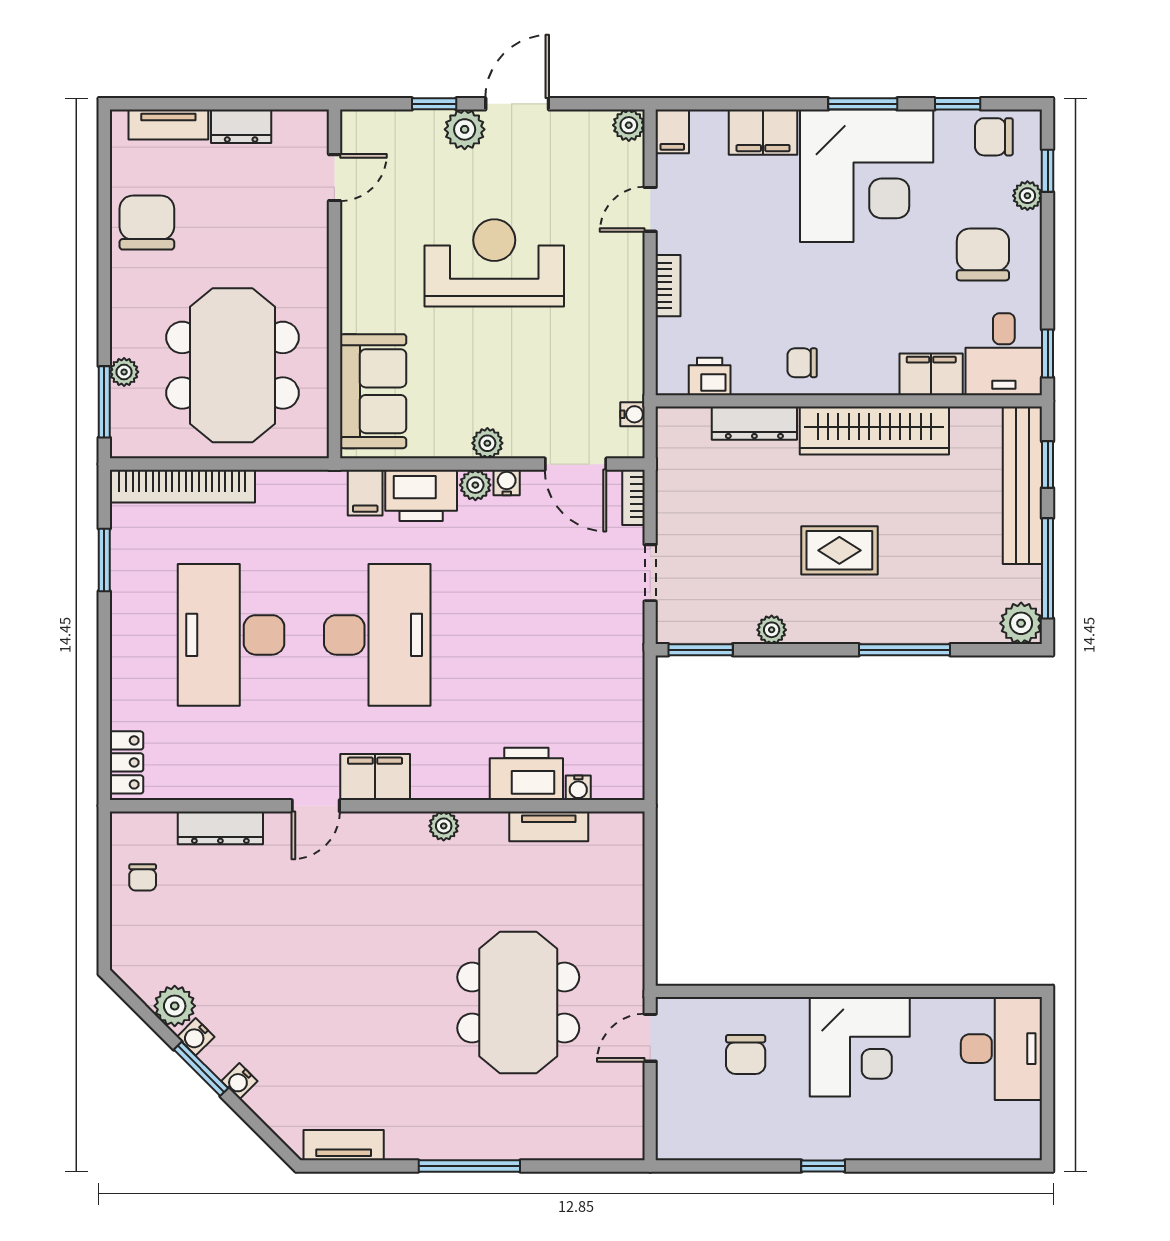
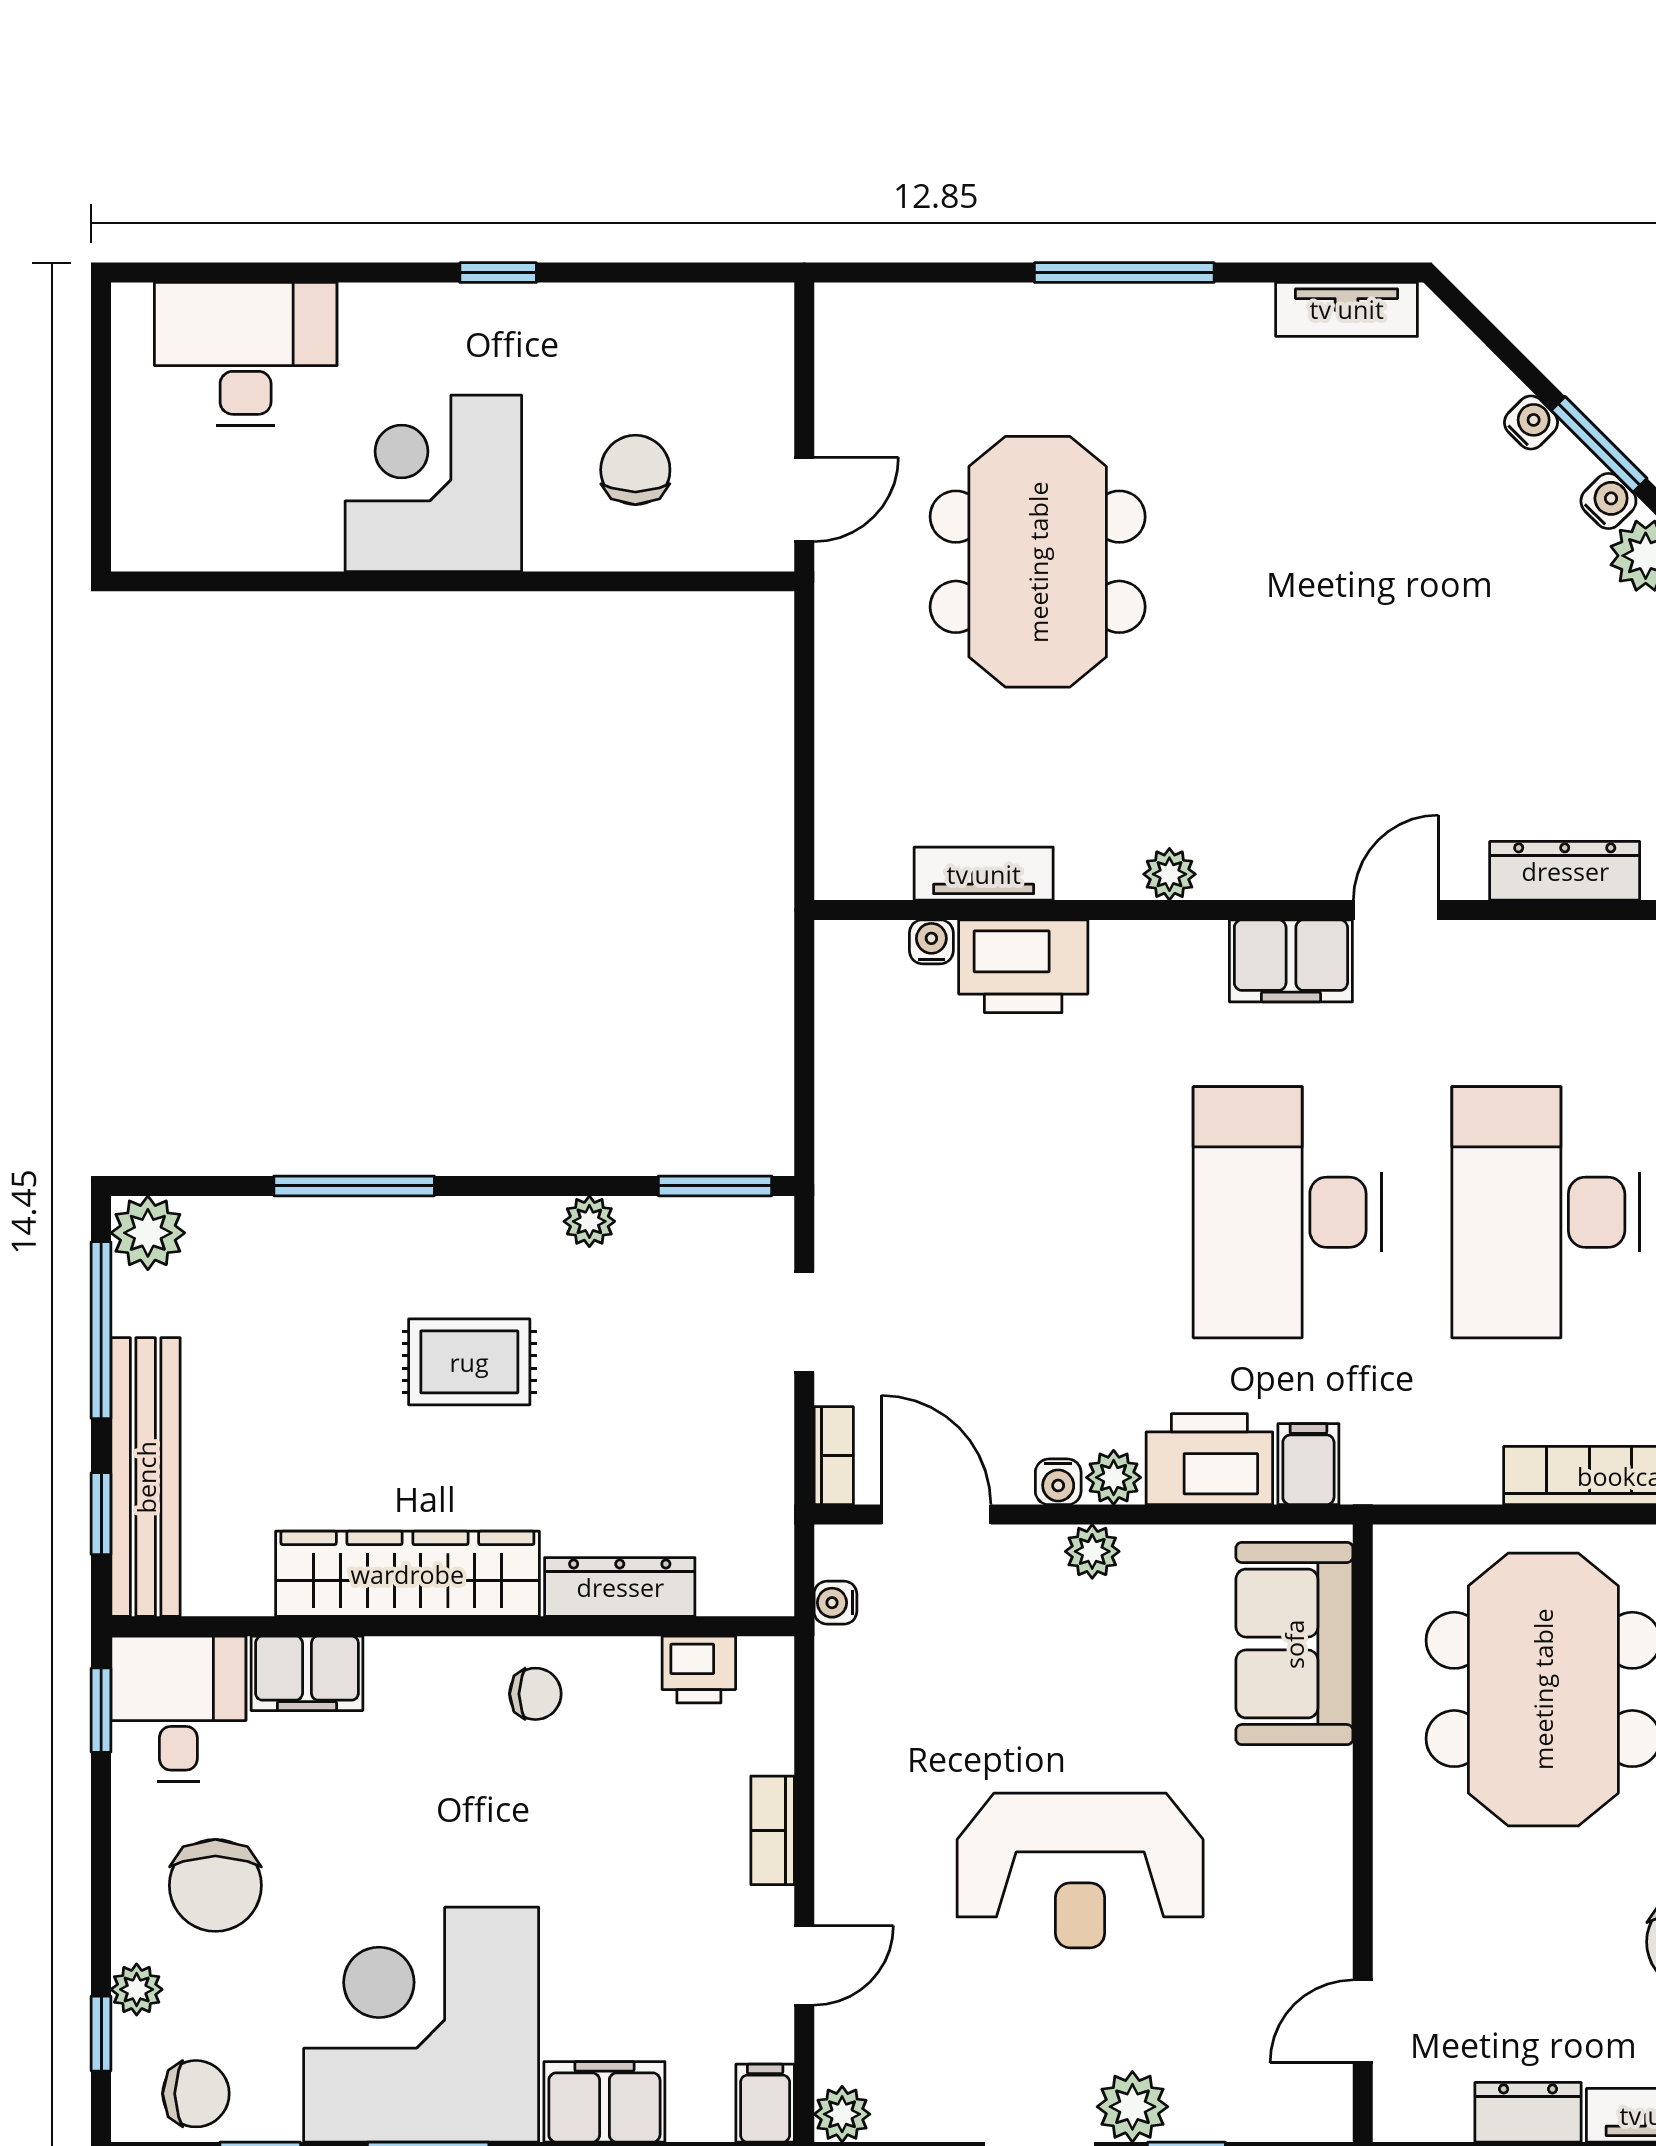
desk: (231, 635) -> (1546, 1212), turned 180
desk: (1001, 1049) -> (246, 354), moved, turned 90

